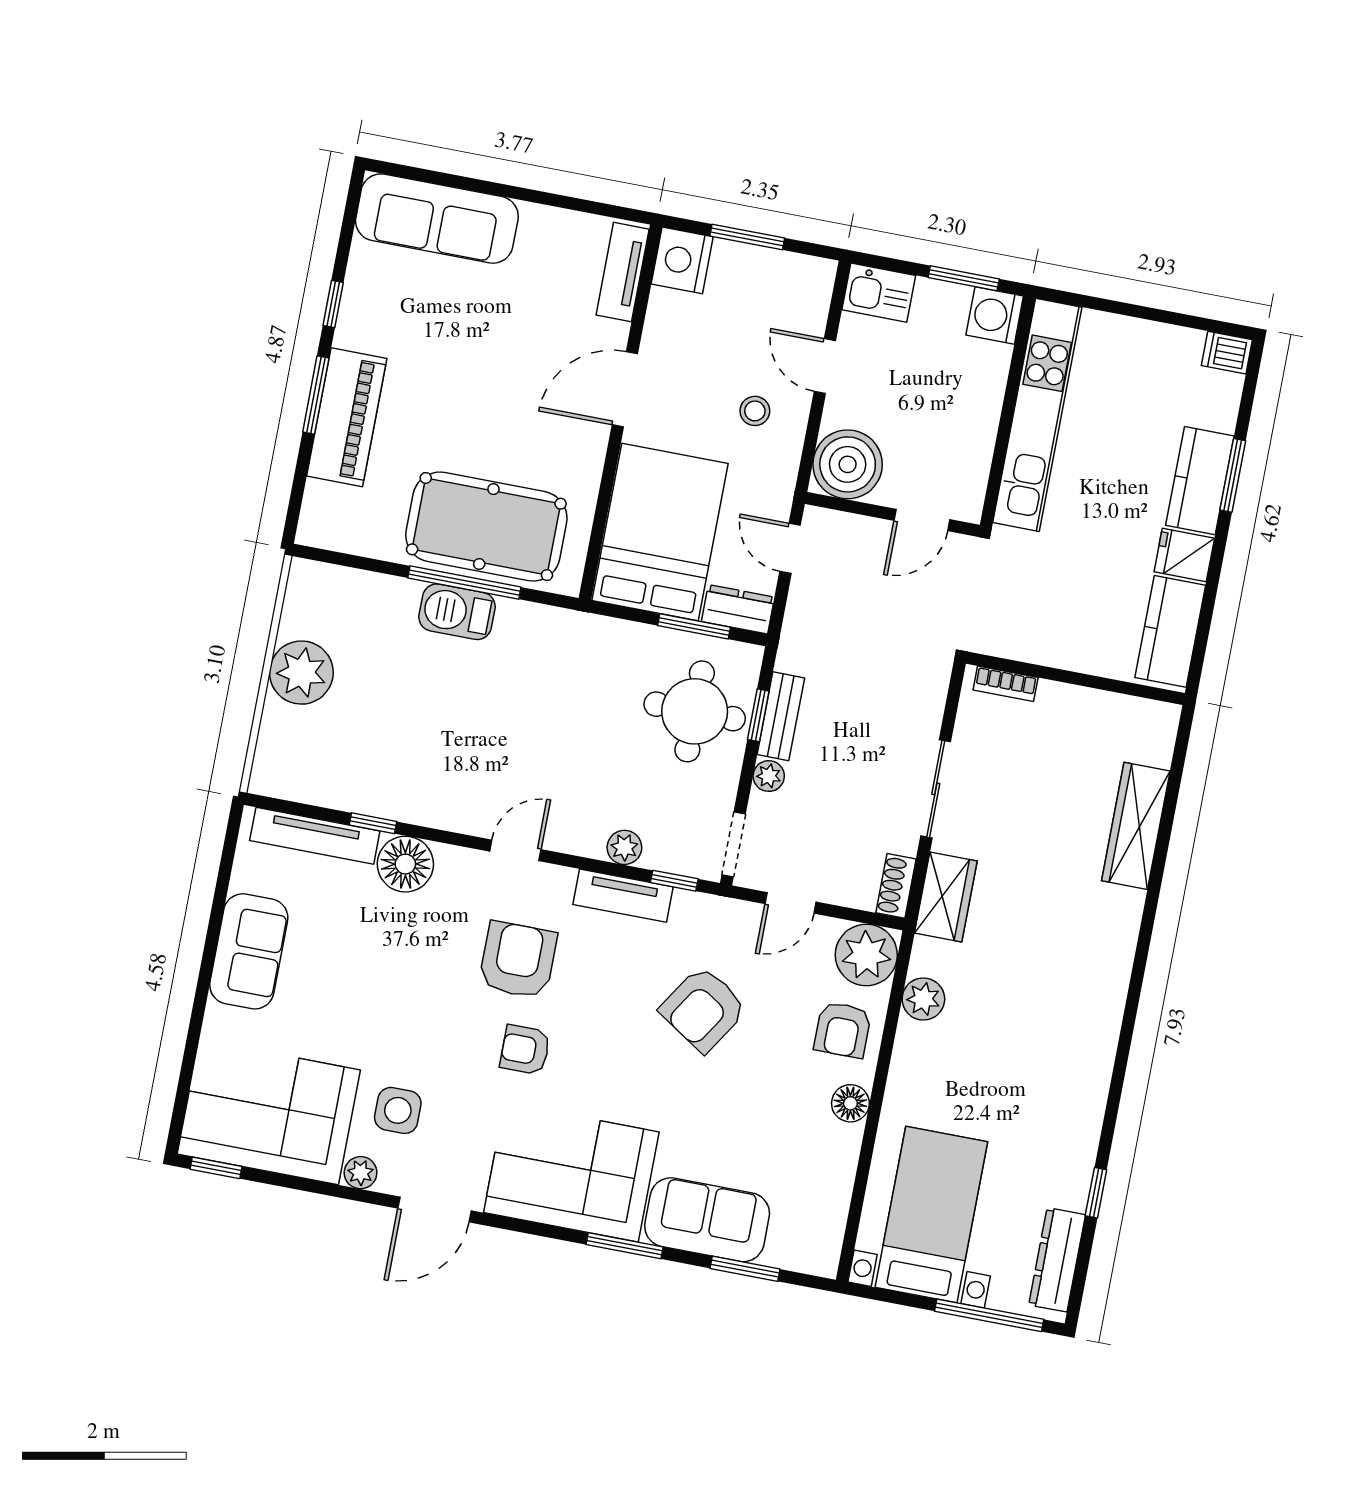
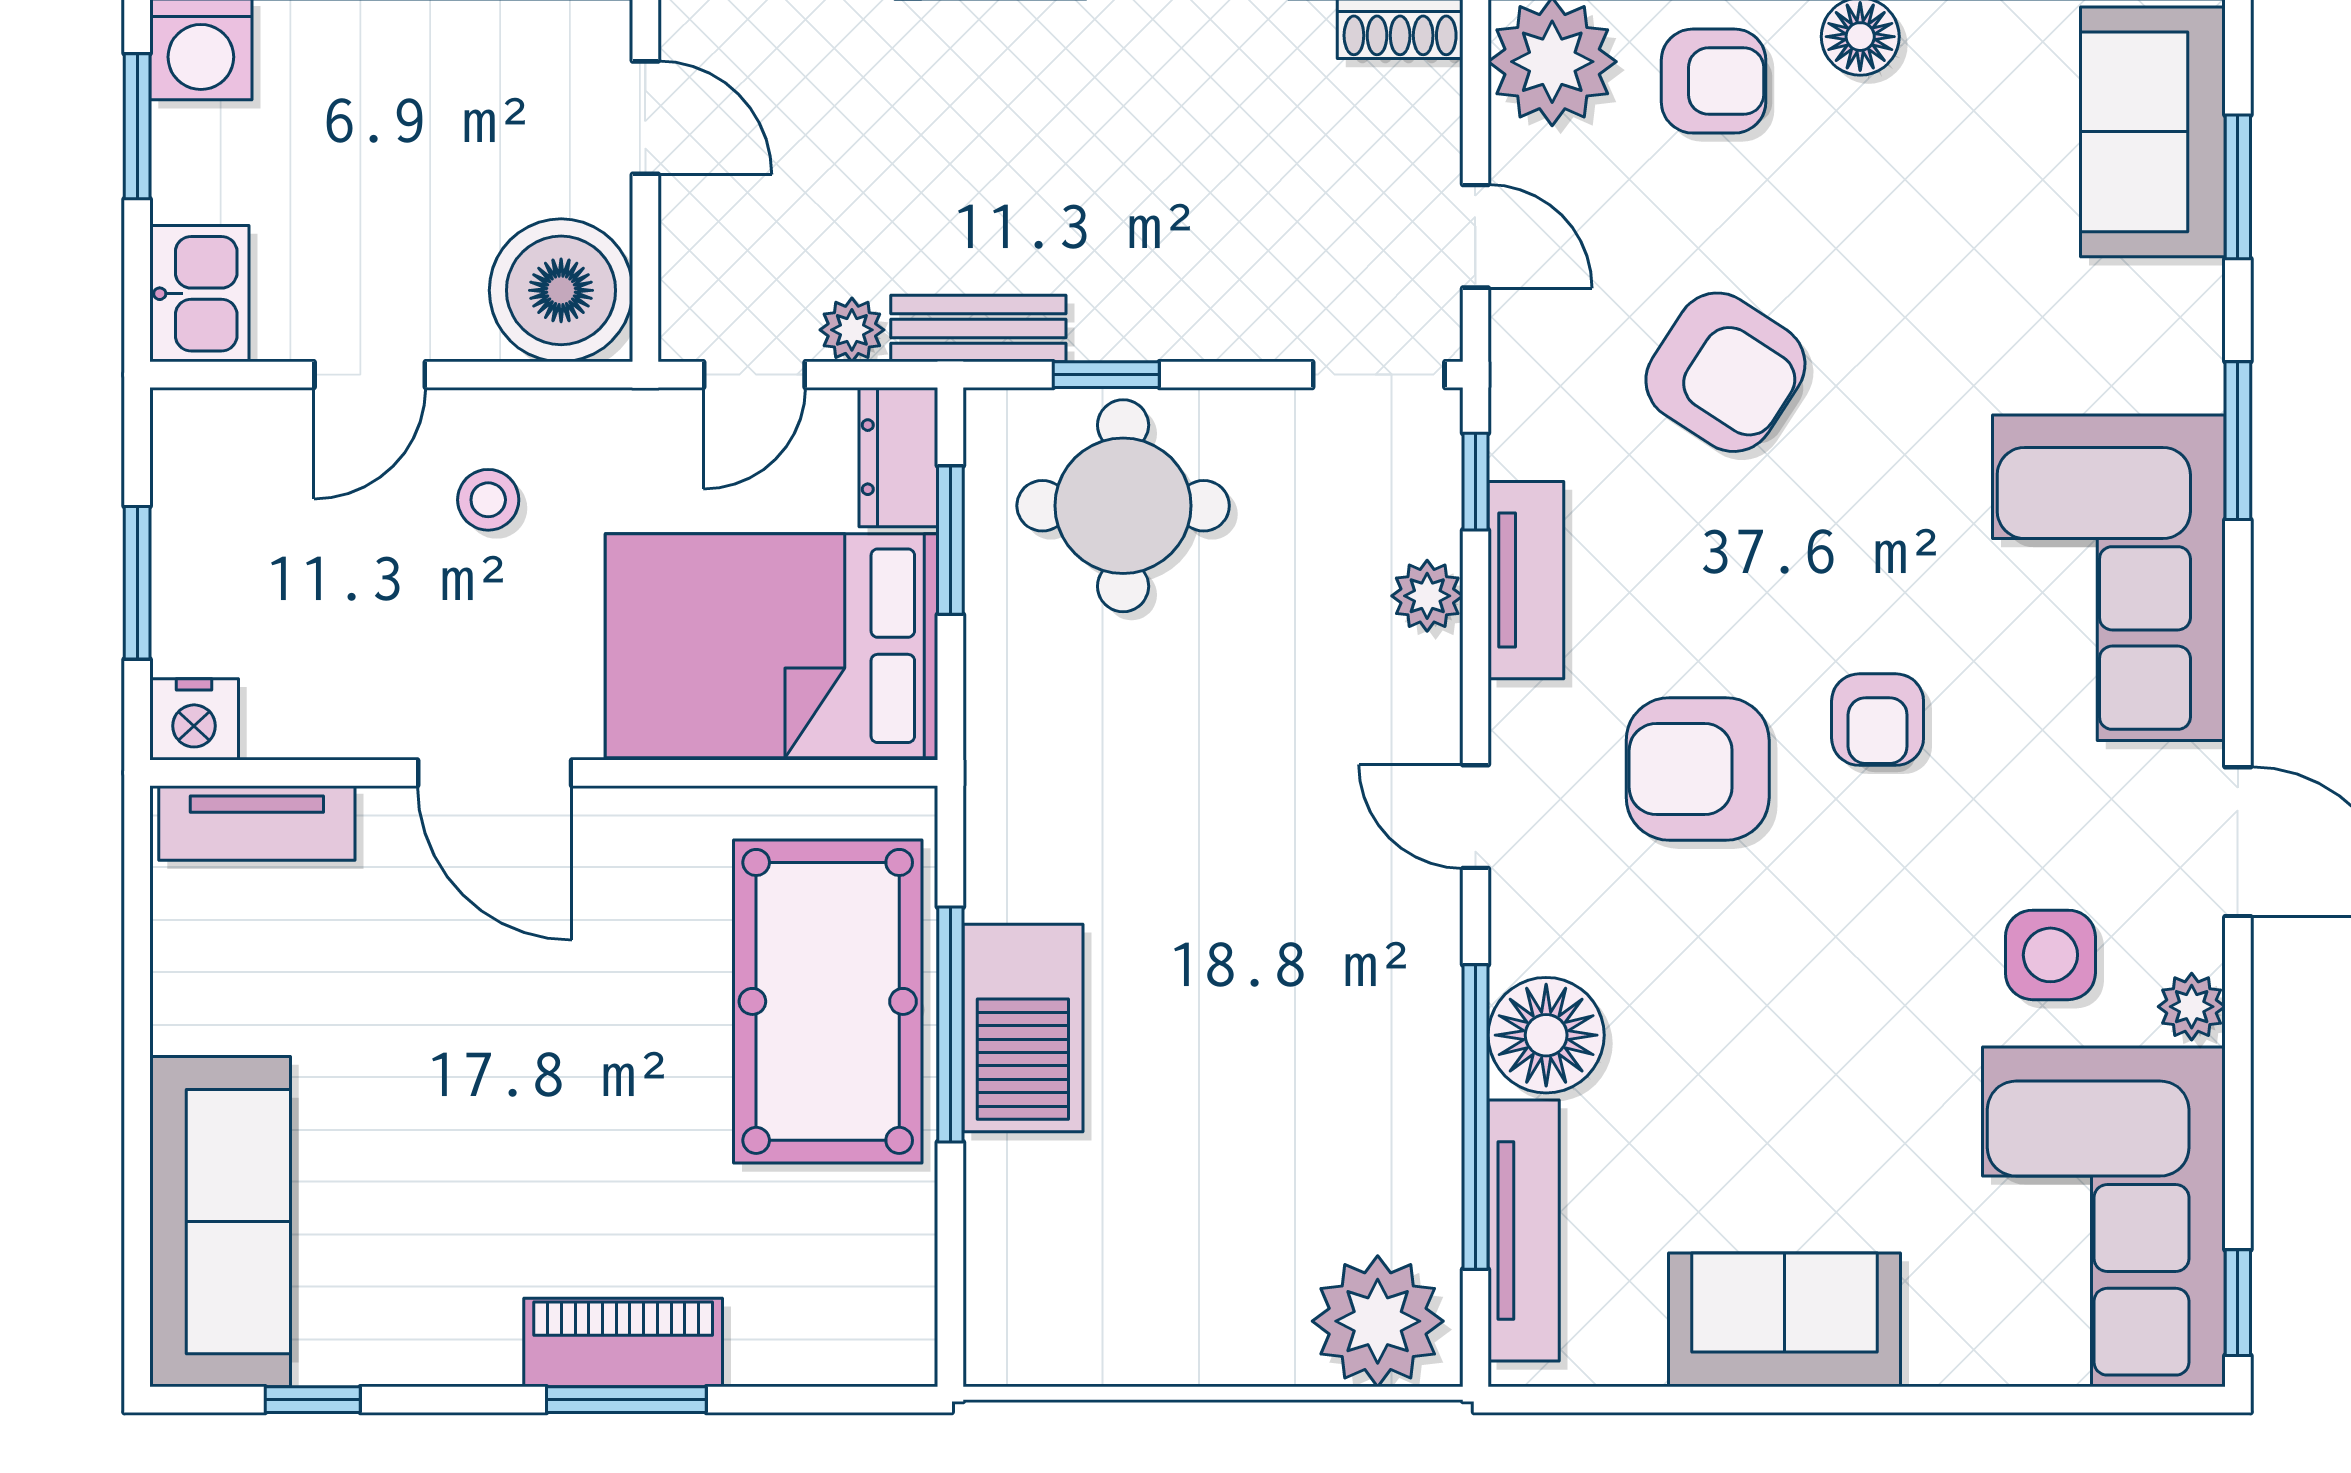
nightstand: (682, 260) -> (194, 719), width x0.74, depth x0.75
window: (333, 304) -> (313, 1400), moved
piano: (347, 417) -> (623, 1343), width x0.73, depth x0.75
barbecue: (457, 612) -> (1023, 1028), width x1.37, depth x1.21
plant: (301, 673) -> (1378, 1321), moved
bench: (781, 716) -> (978, 329), moved
plant: (769, 776) -> (852, 330), moved
window: (373, 823) -> (1475, 1117), width x3.17
sofa: (707, 1220) -> (2153, 132), moved

